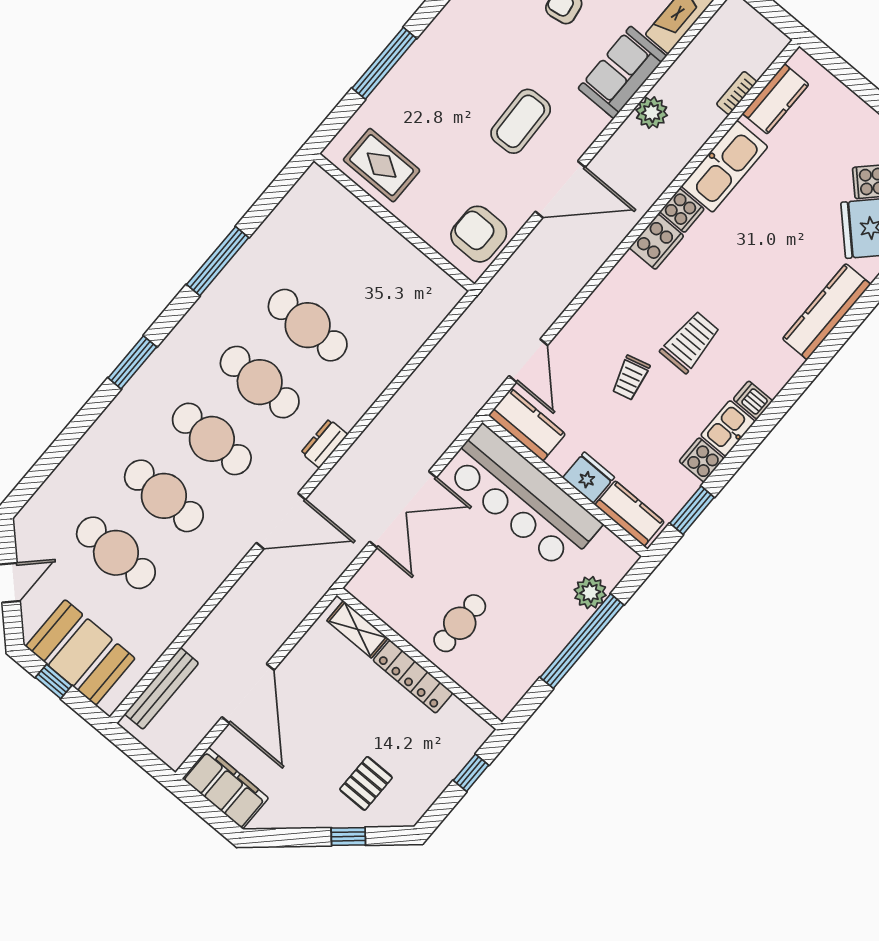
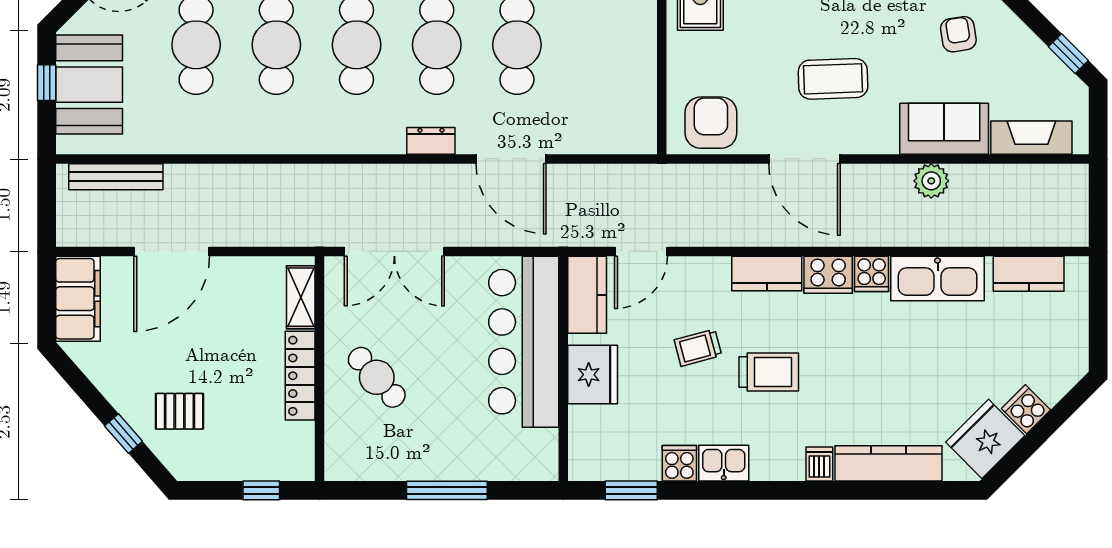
bookcase: (737, 93) -> (1006, 237), removed
dishwasher: (753, 400) -> (819, 464), moved
fridge: (589, 478) -> (593, 375), width x1.36, depth x1.34
double door: (403, 510) -> (394, 251), moved
kitchen counter: (630, 514) -> (767, 273), moved, turned 90
door: (281, 521) -> (511, 159), moved
plant: (590, 593) -> (493, 464), removed
cafe table: (460, 623) -> (377, 377), turned 48
window: (582, 641) -> (447, 490), width x0.68

